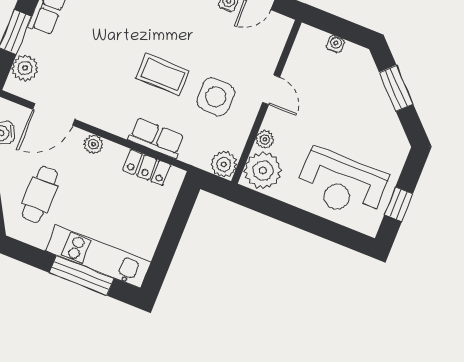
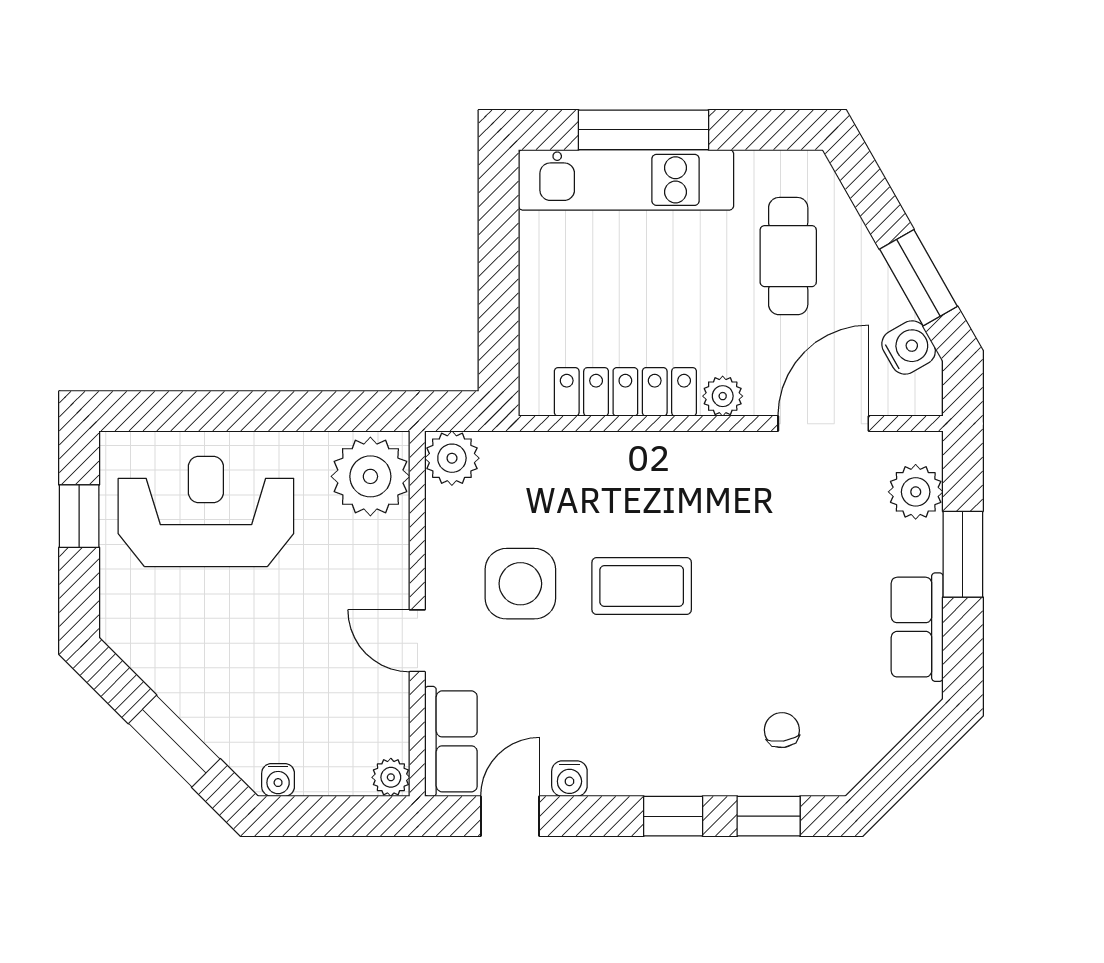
water cooler: (335, 44) -> (278, 780), moved
row of seats: (156, 138) -> (451, 741), moved, turned -90
plant: (265, 139) -> (391, 777), moved
locker: (147, 168) -> (625, 392), width x1.53

